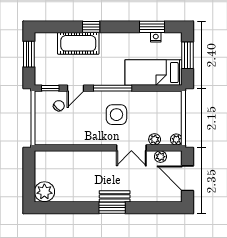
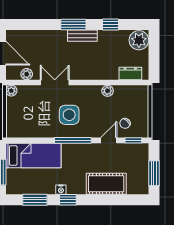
window: (91, 27) -> (68, 200), moved
nightstand: (156, 37) -> (61, 190), moved
plant: (155, 139) -> (108, 91), moved
dresser: (53, 157) -> (130, 73), added
bench: (115, 196) -> (82, 36), moved
window: (74, 208) -> (110, 25), added

